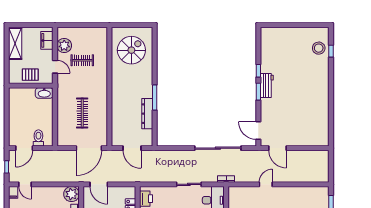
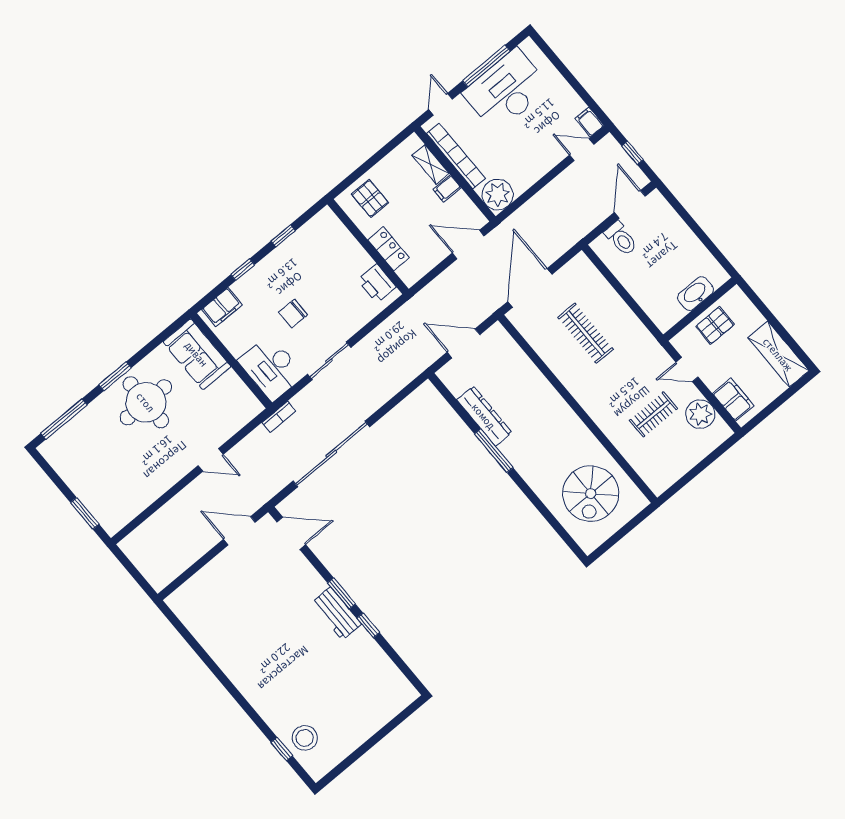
washbasin: (44, 93) -> (696, 294), moved
door: (266, 184) -> (211, 460), hinge flipped

